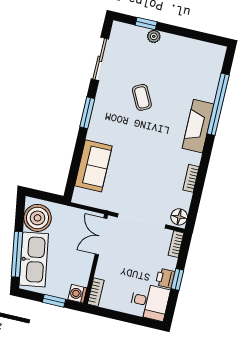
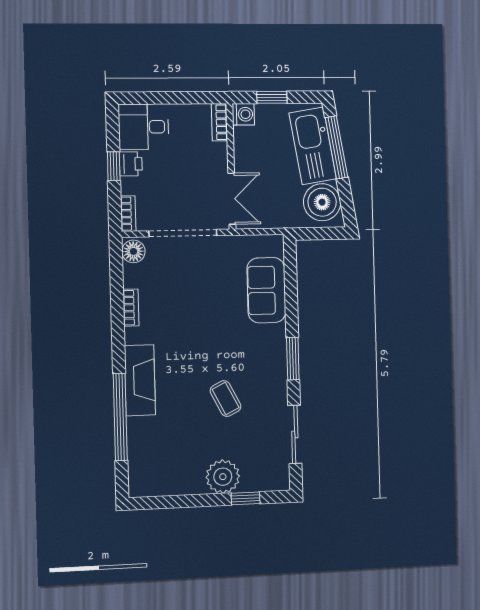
plant: (154, 36) -> (223, 477), width x1.88, depth x1.88

